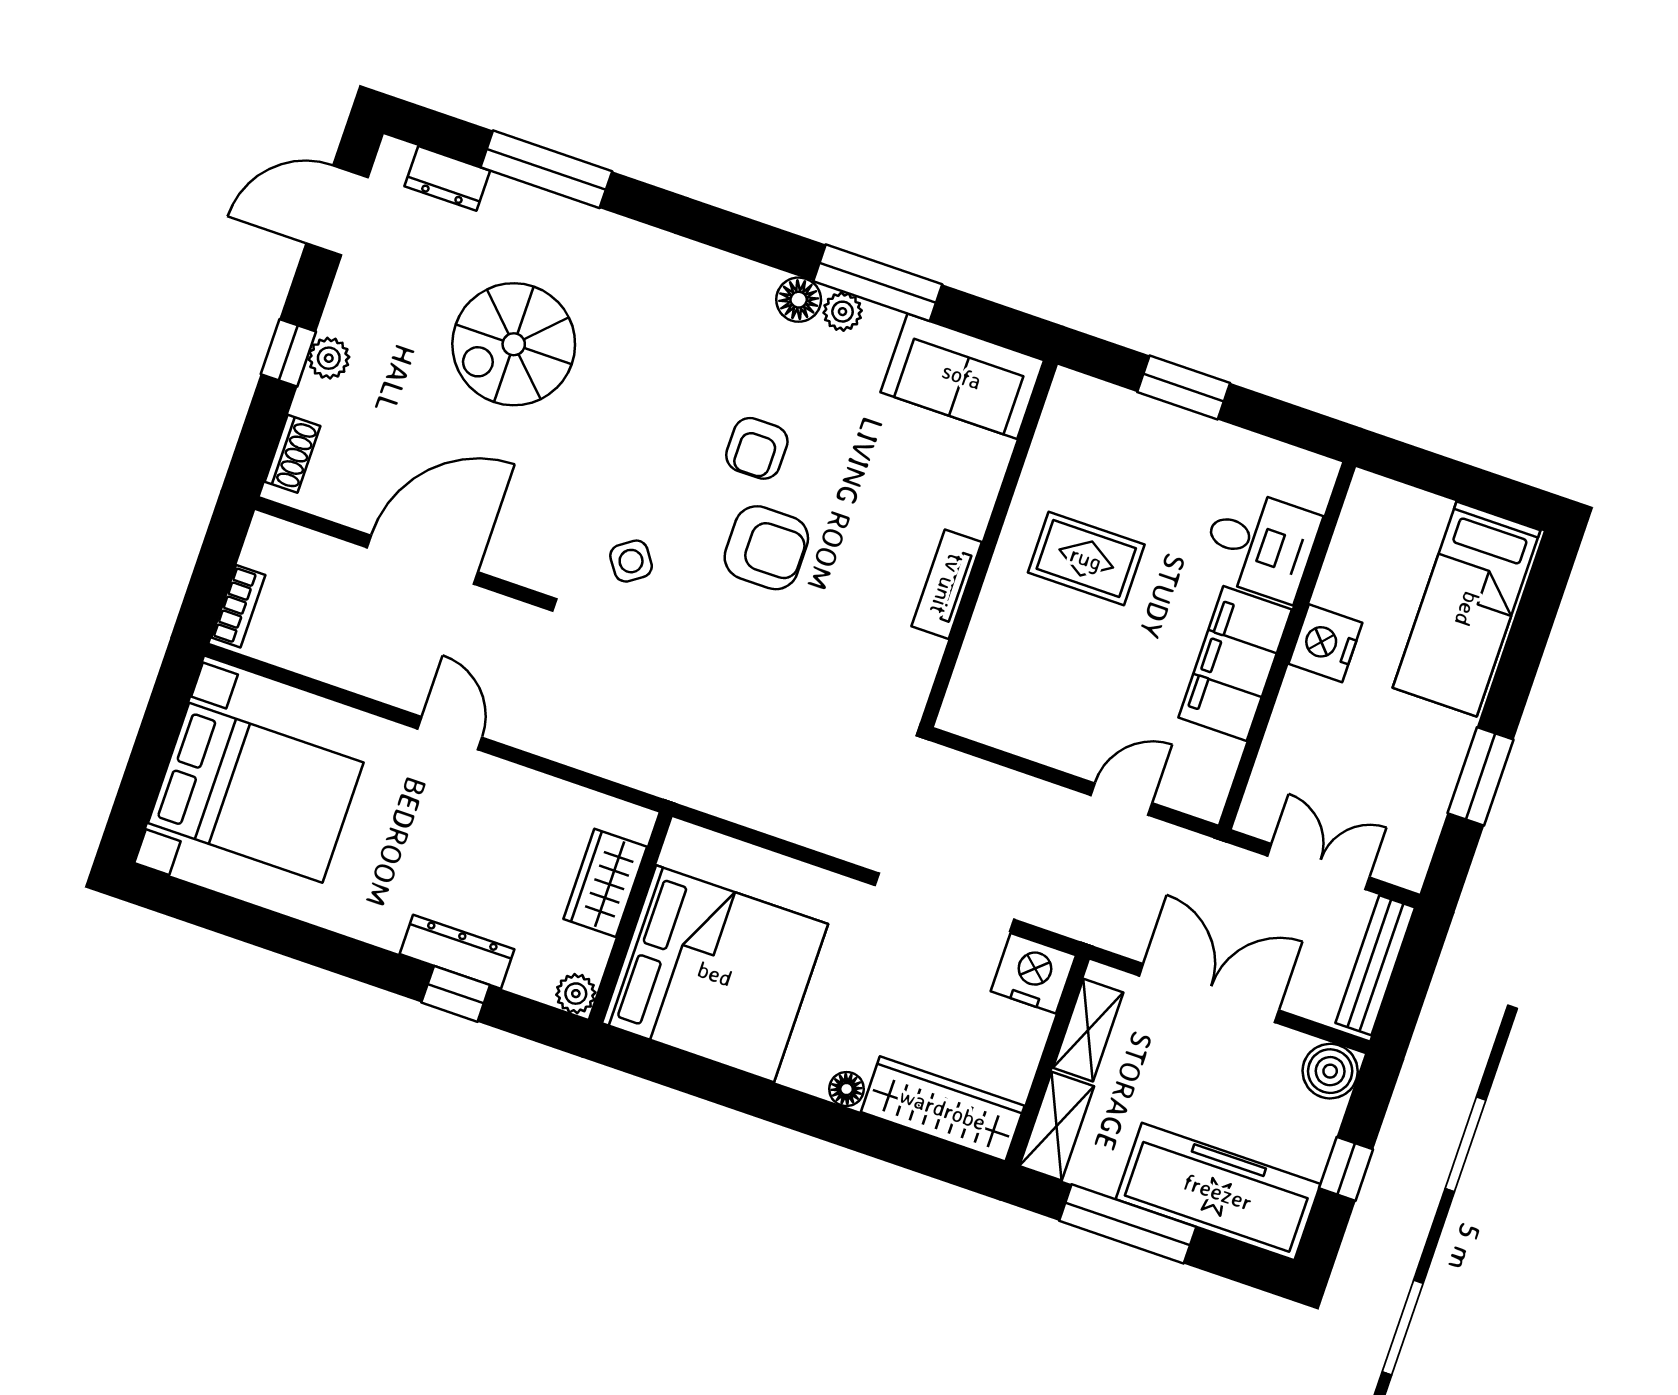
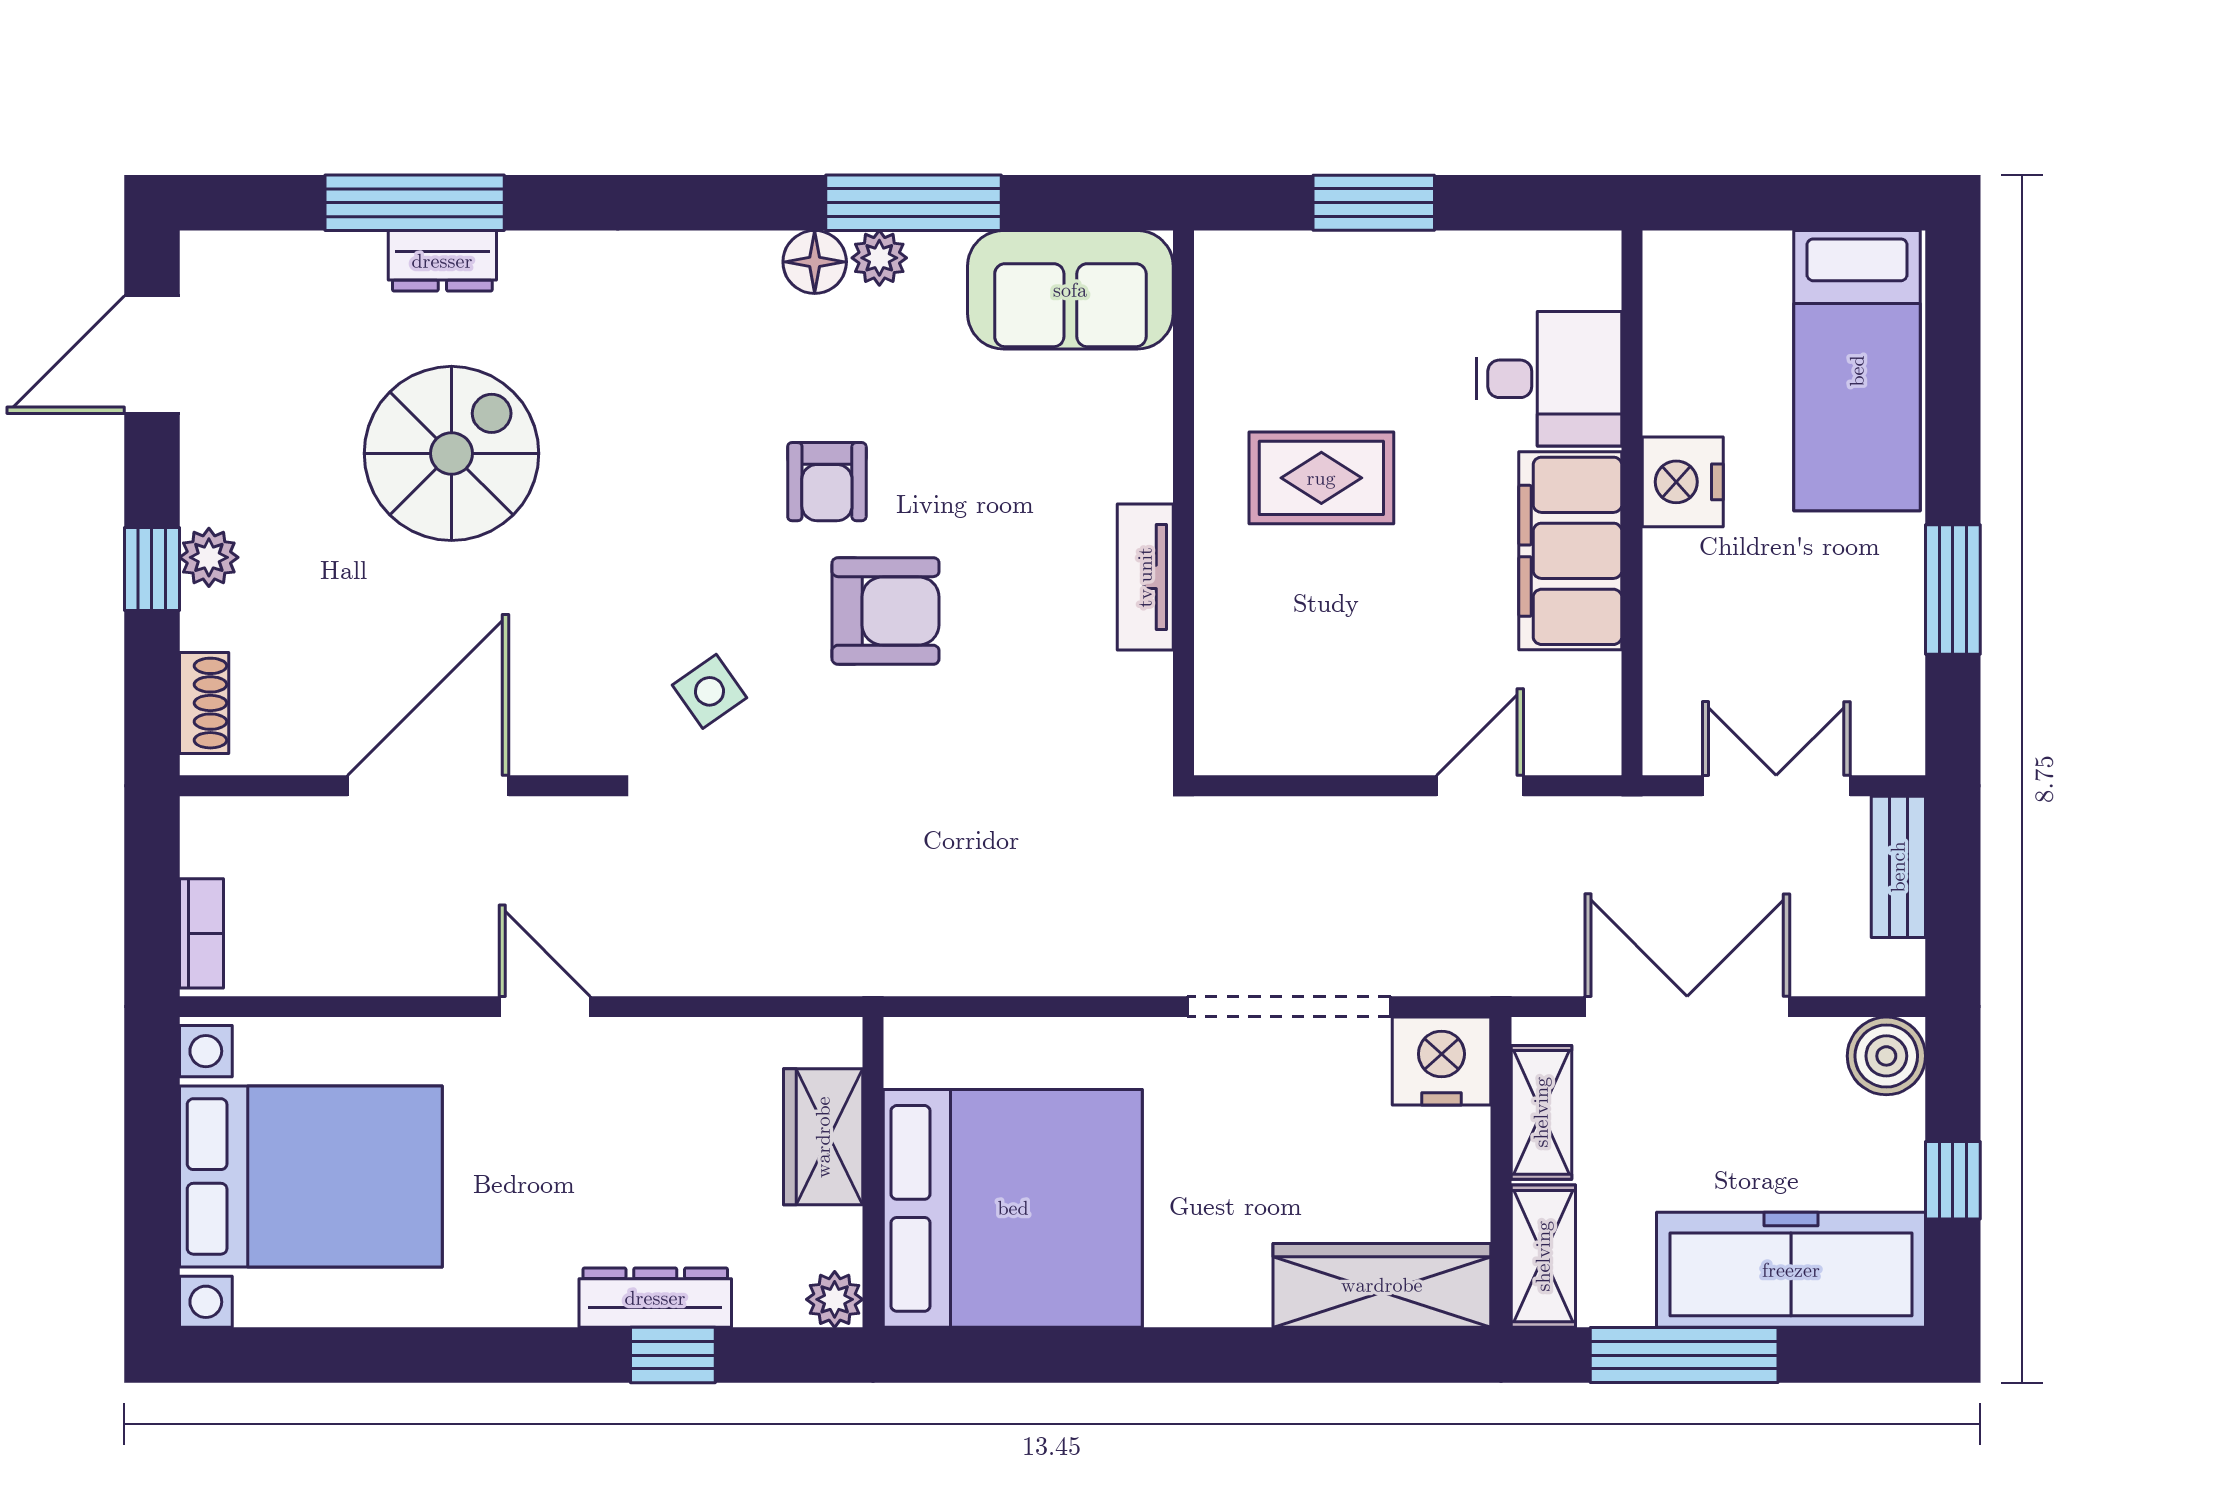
dresser: (447, 178) -> (442, 261), moved
spiral stairs: (514, 344) -> (451, 453), turned 180
bench: (1375, 965) -> (1898, 867), width x0.73
floor lamp: (846, 1089) -> (1243, 1303), removed

